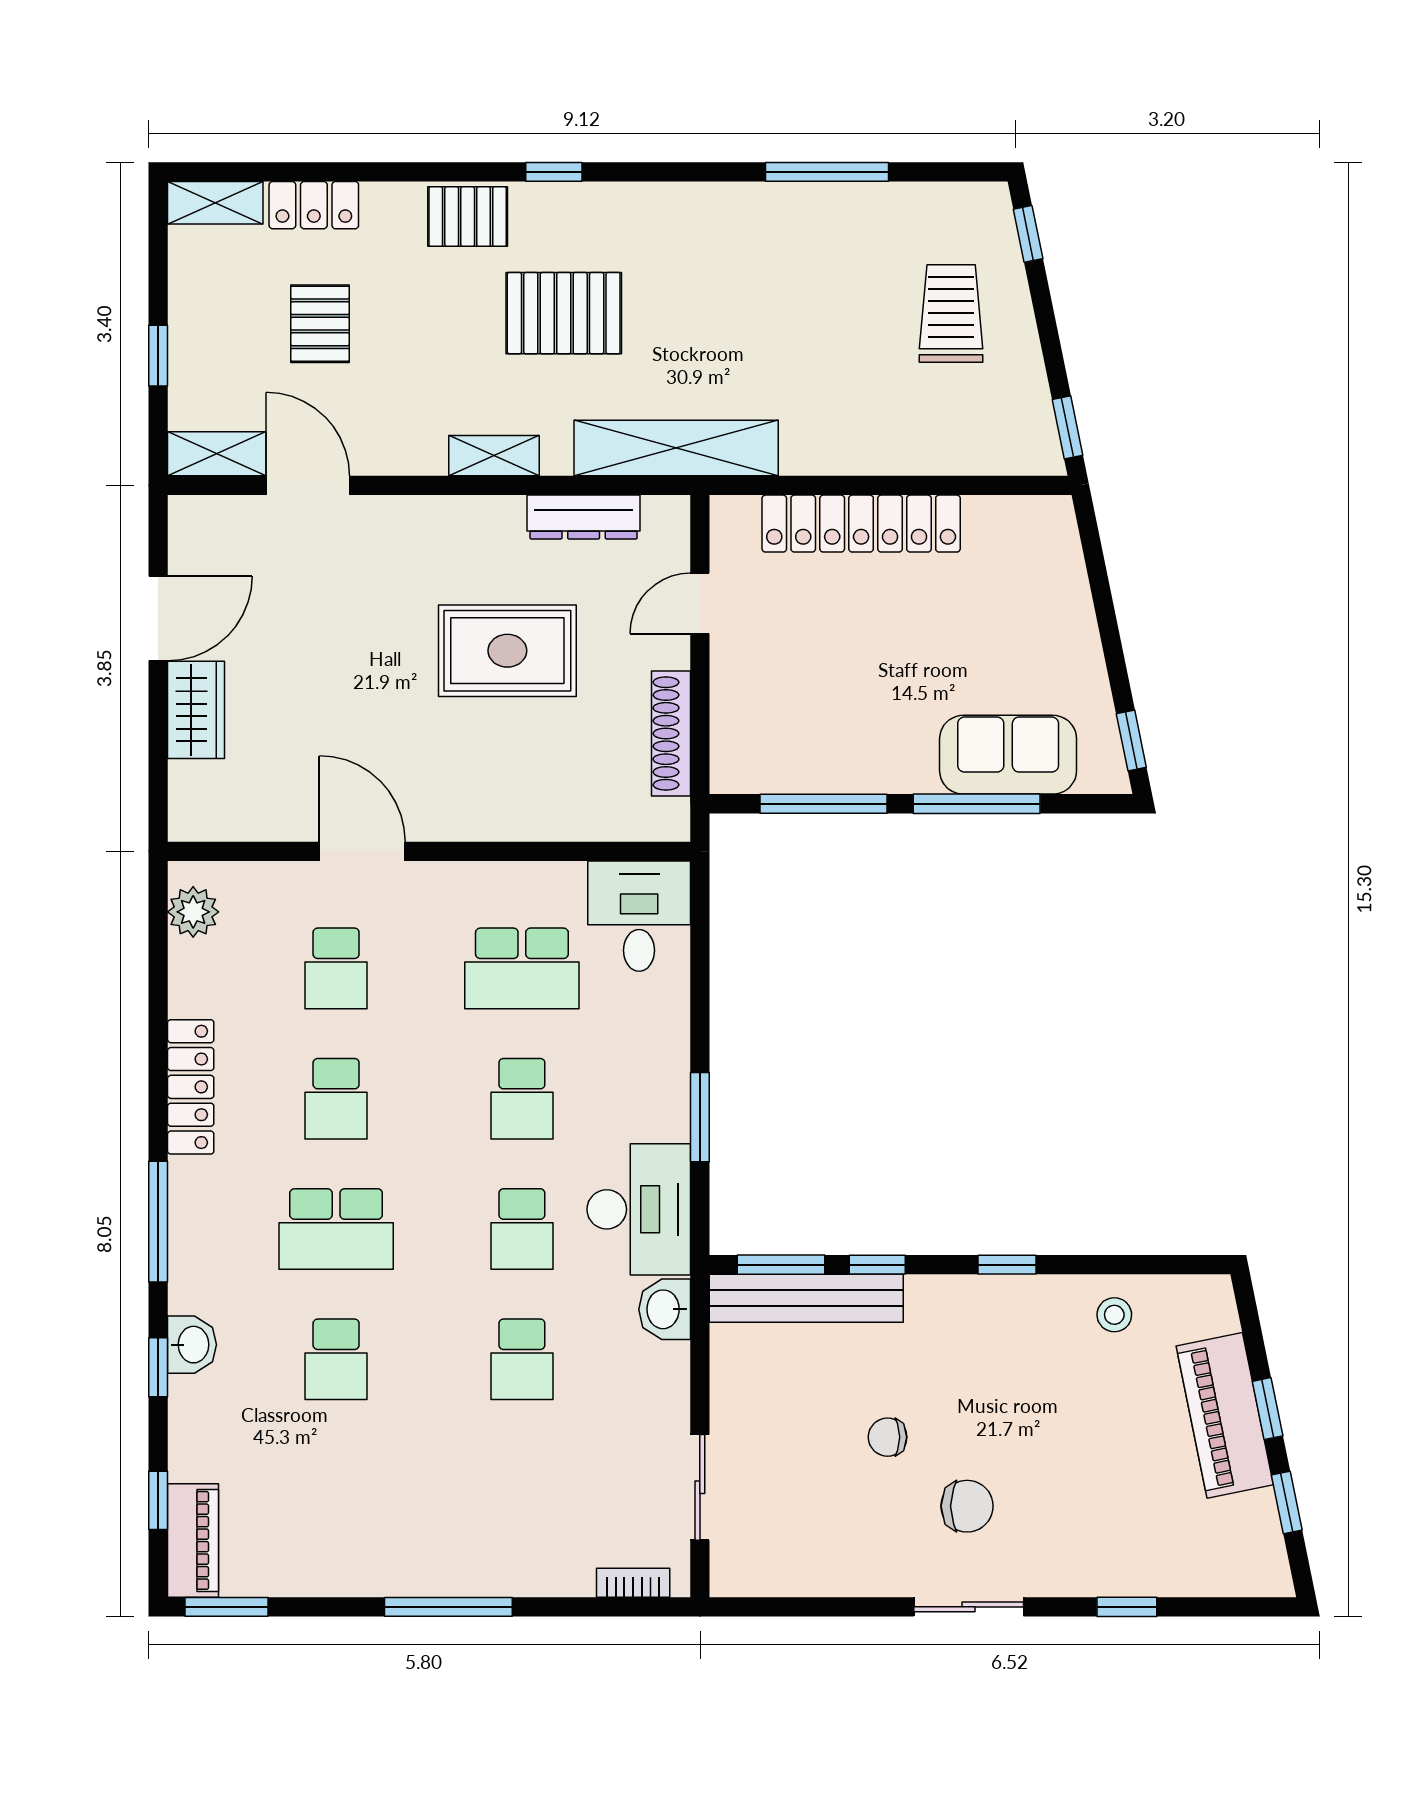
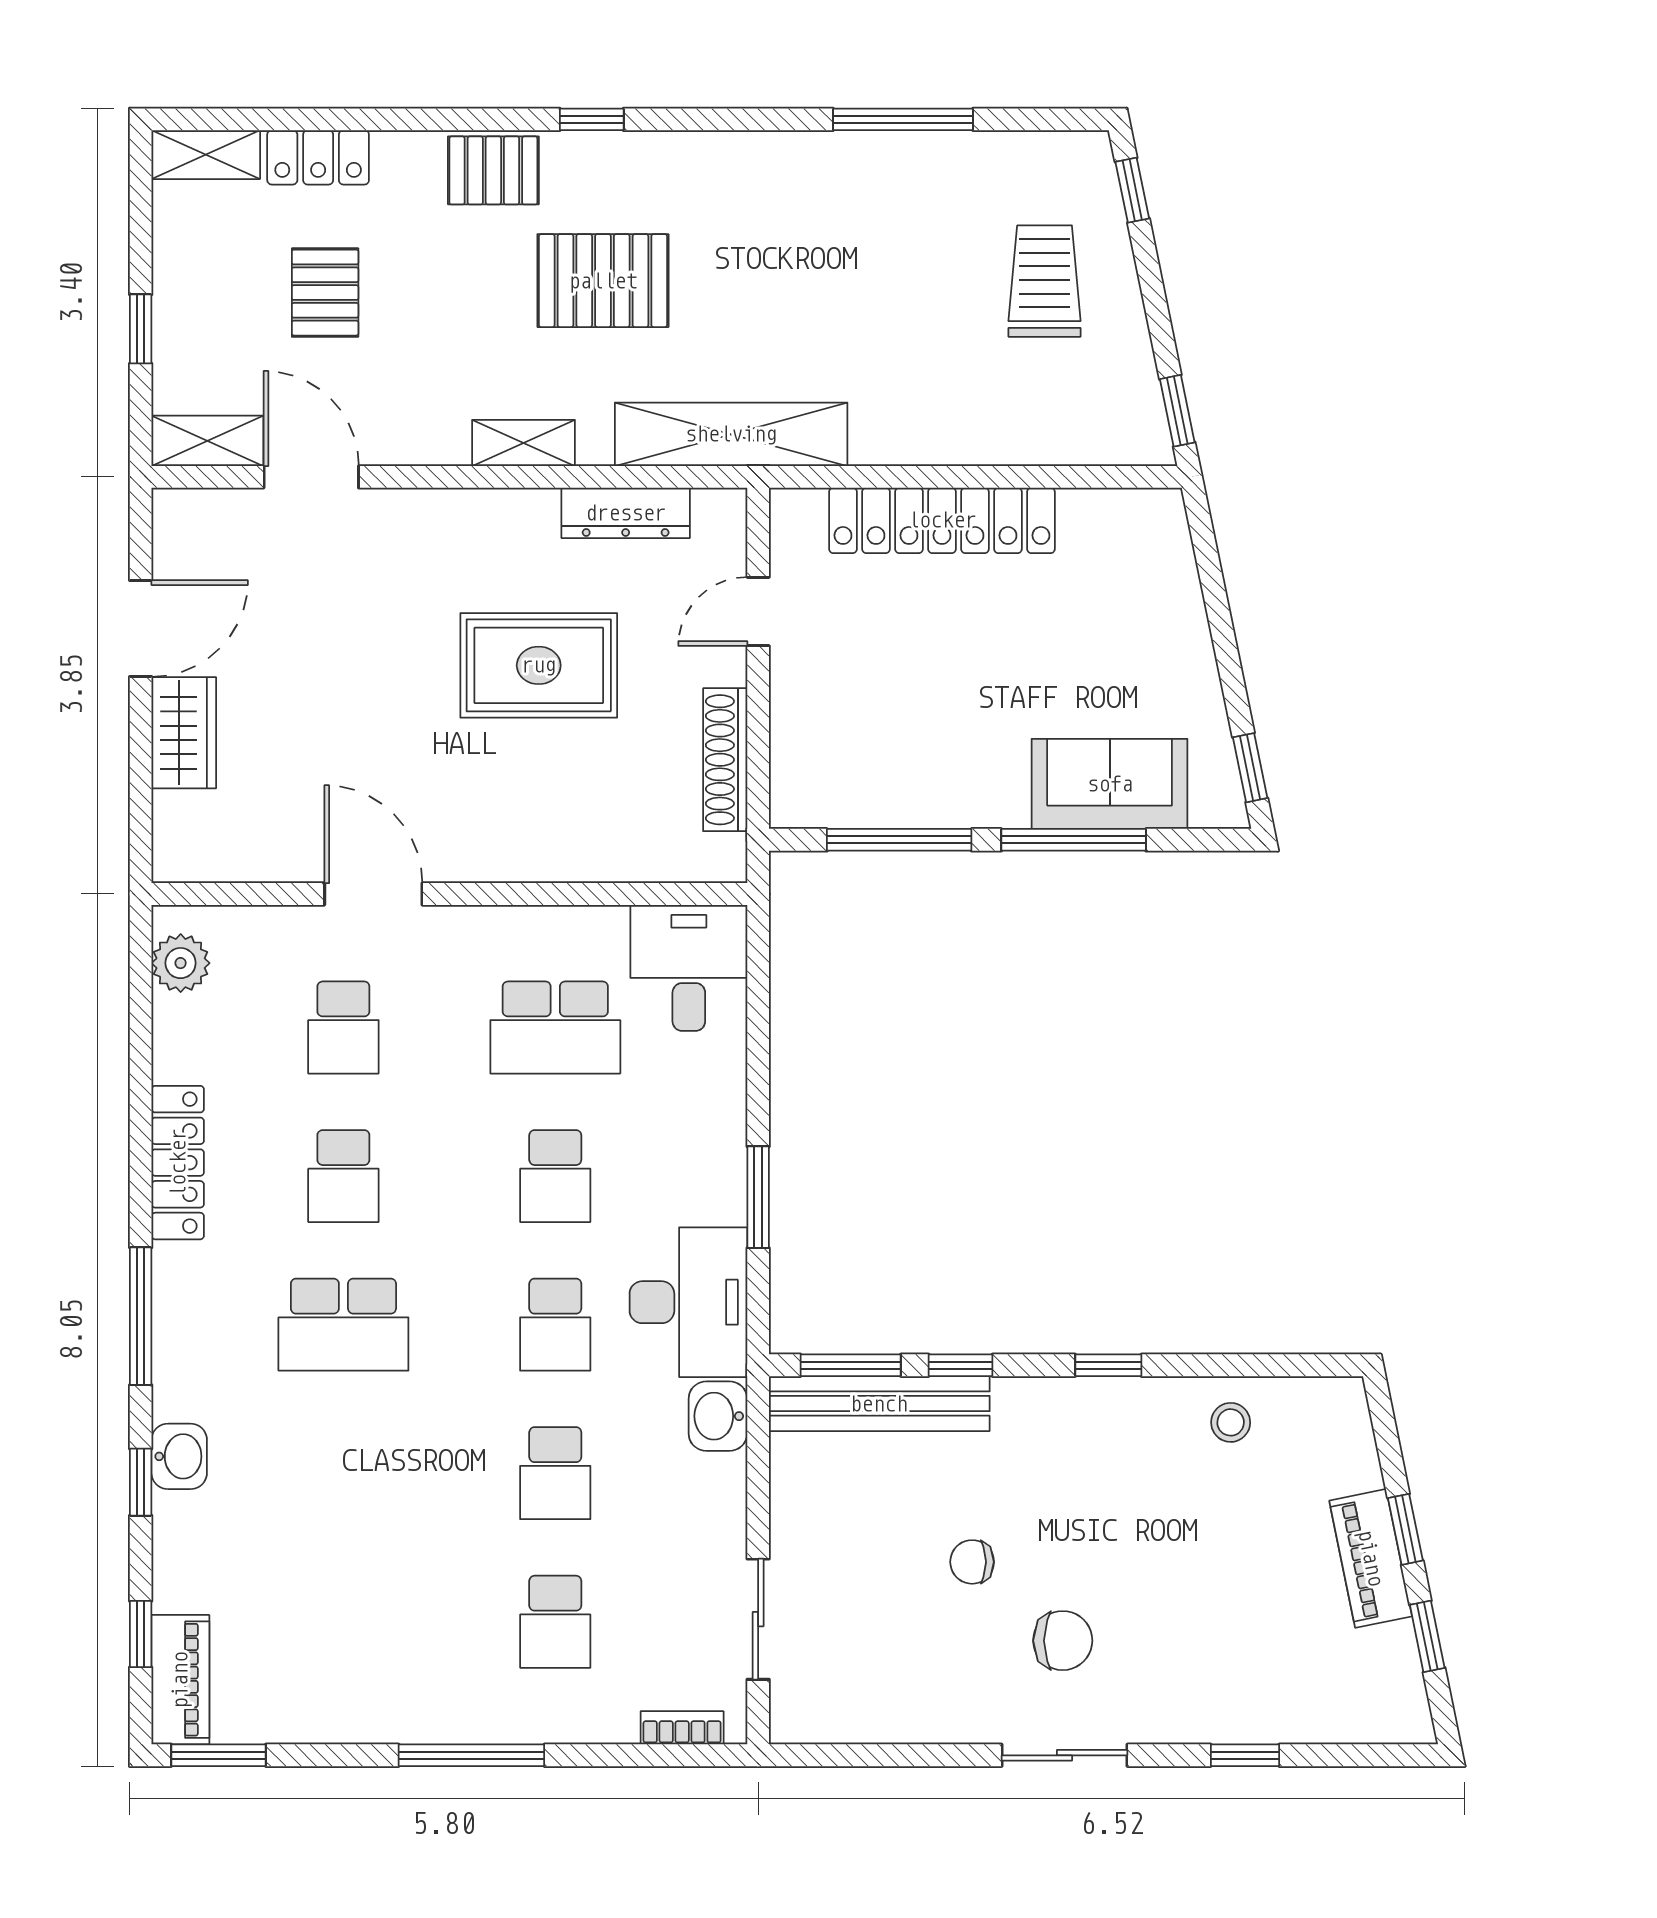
school desk: (336, 1359) -> (555, 1622), moved
piano: (1225, 1415) -> (1371, 1558), width x0.73, depth x0.75

